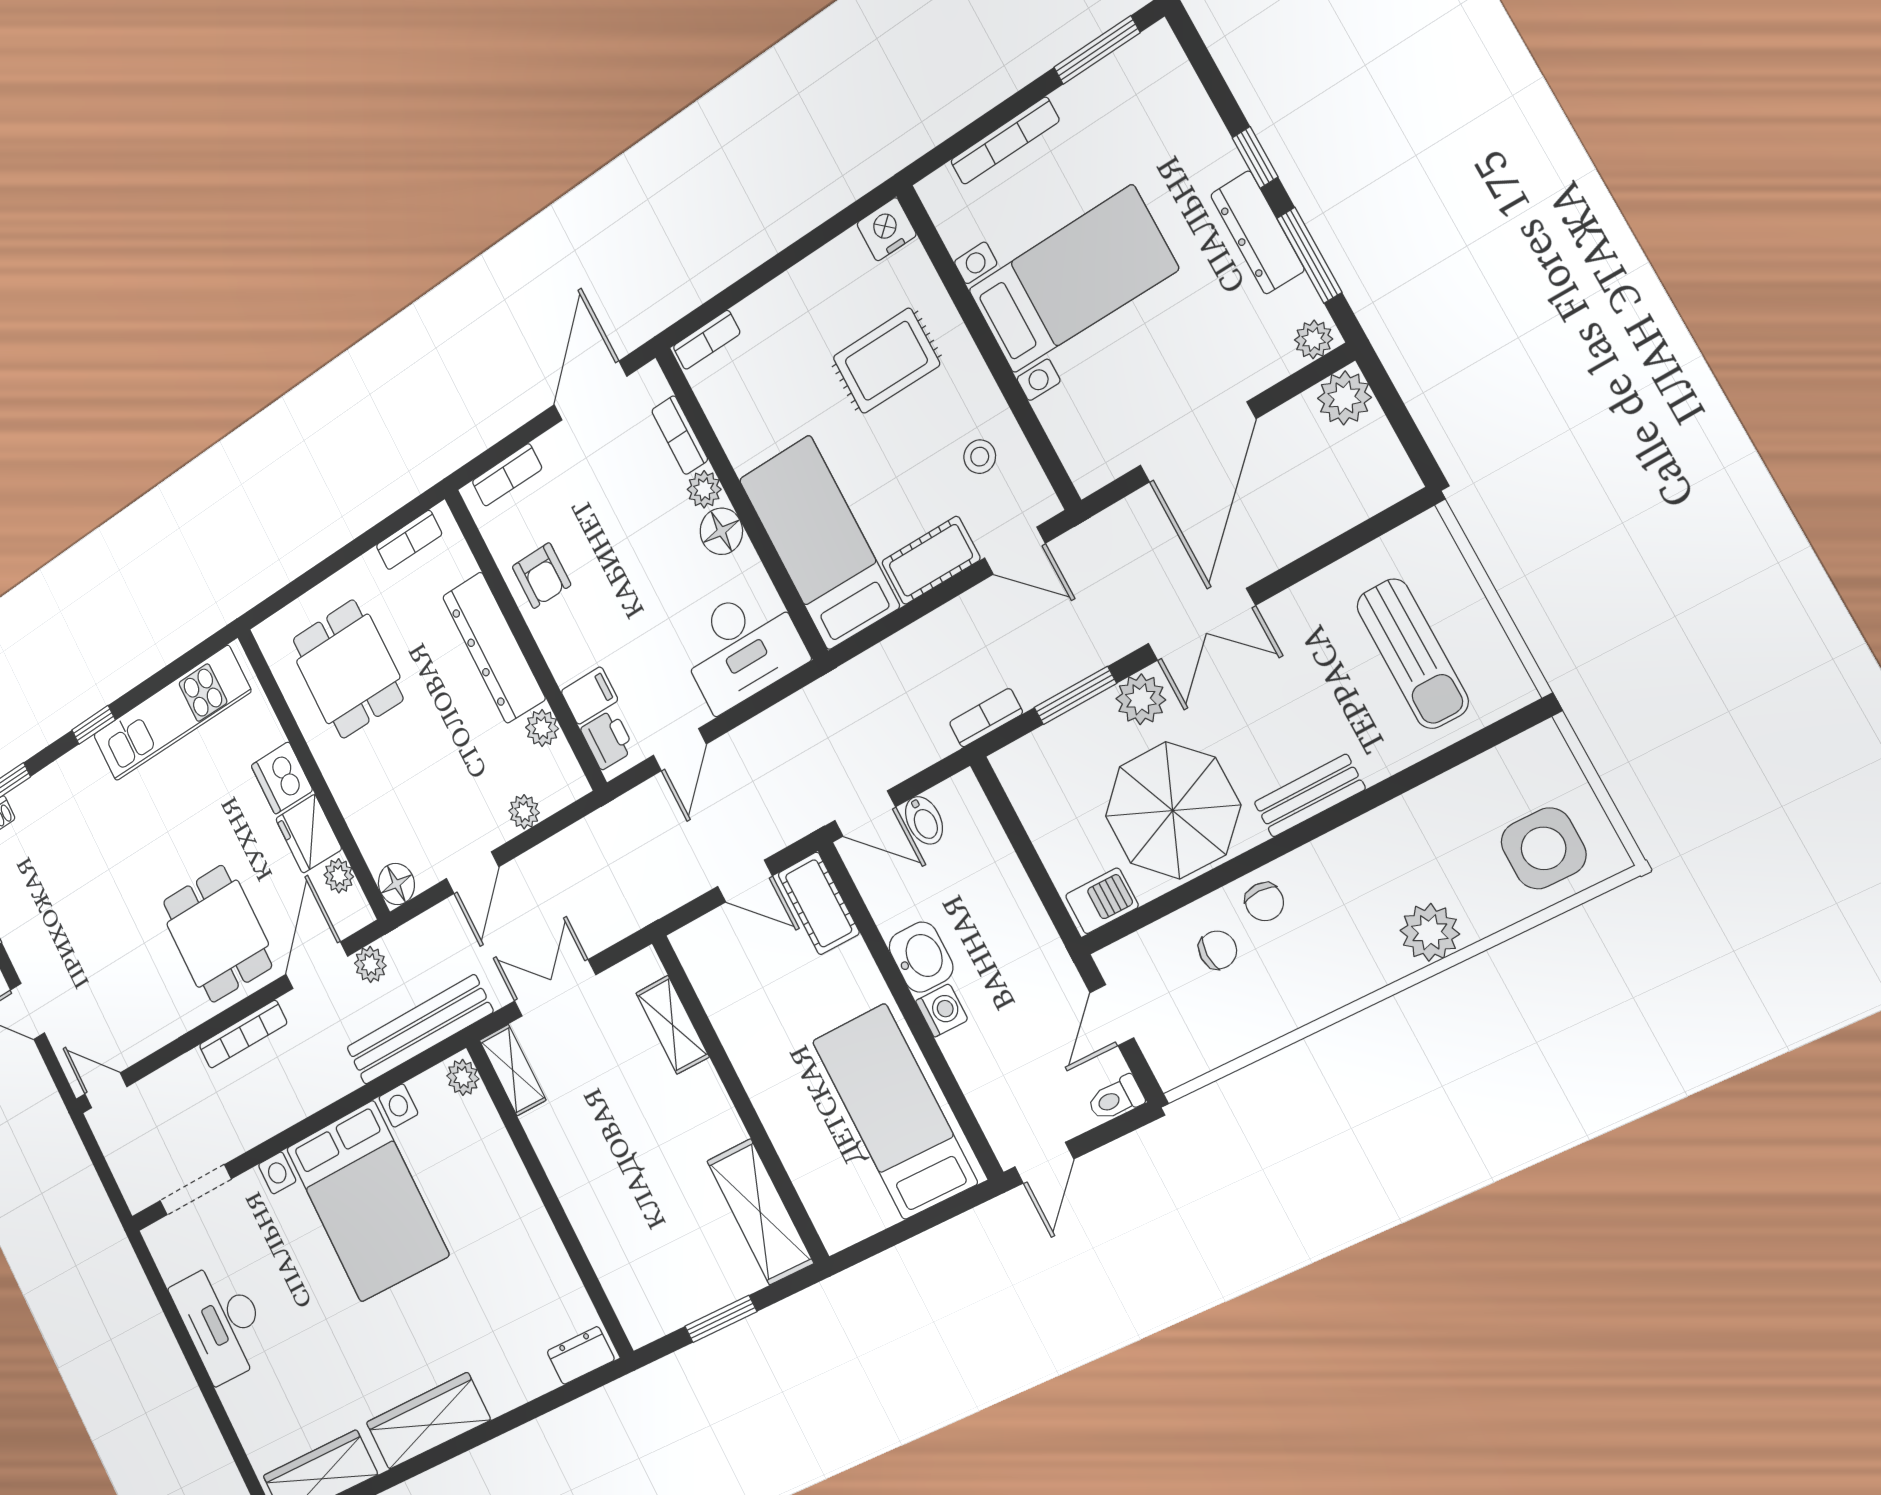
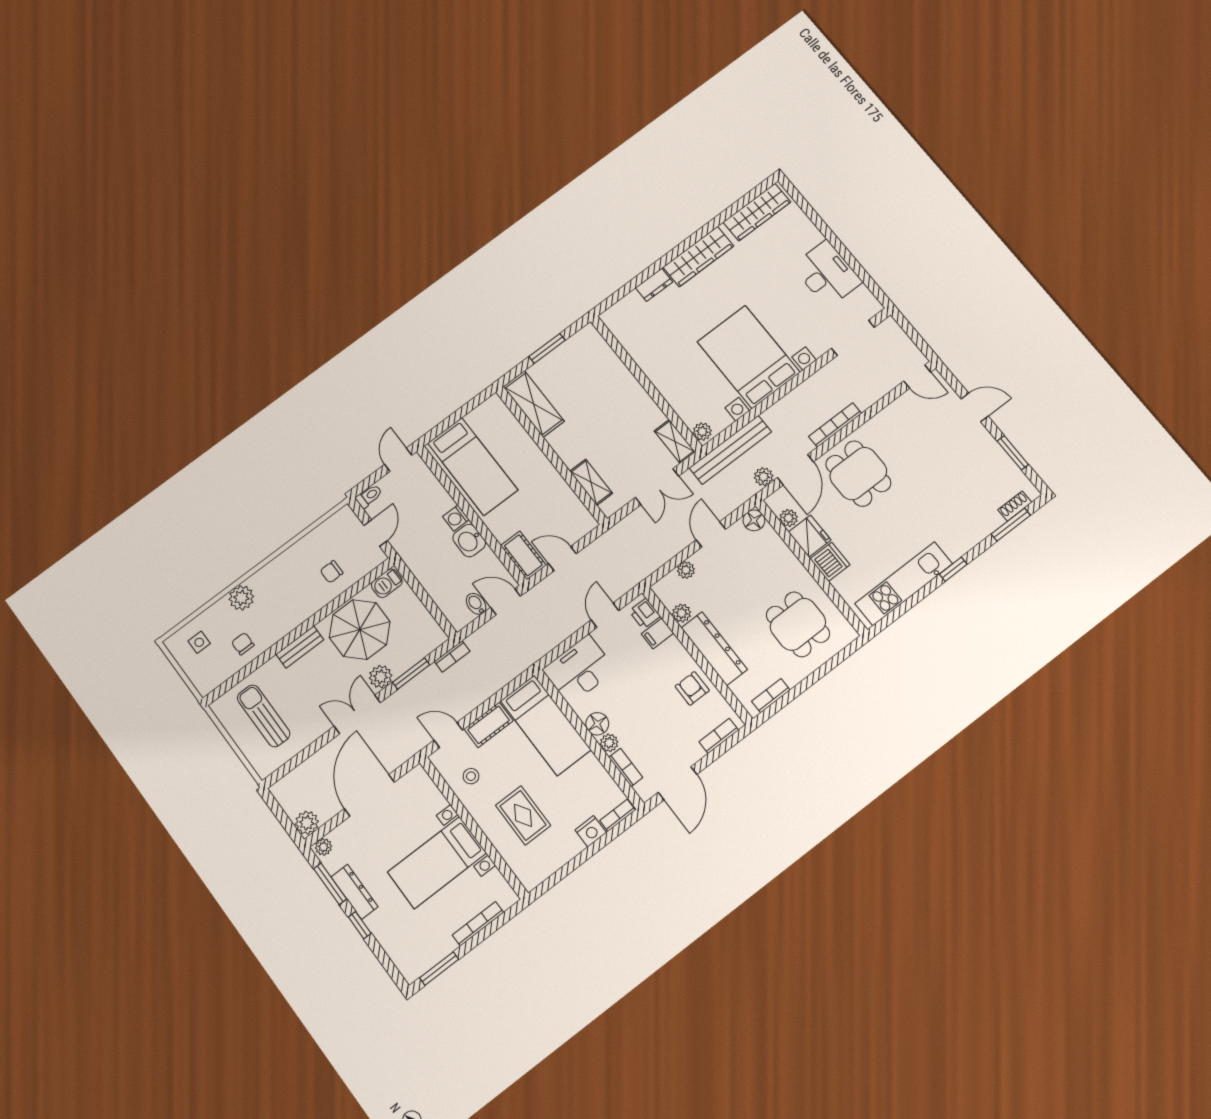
nightstand: (887, 229) -> (591, 831), moved
rug: (886, 361) -> (523, 815), turned 90
side table: (1544, 848) -> (199, 642), width x0.54, depth x0.54
chair: (1264, 902) -> (243, 644), moved
dresser: (581, 1355) -> (654, 285), moved

